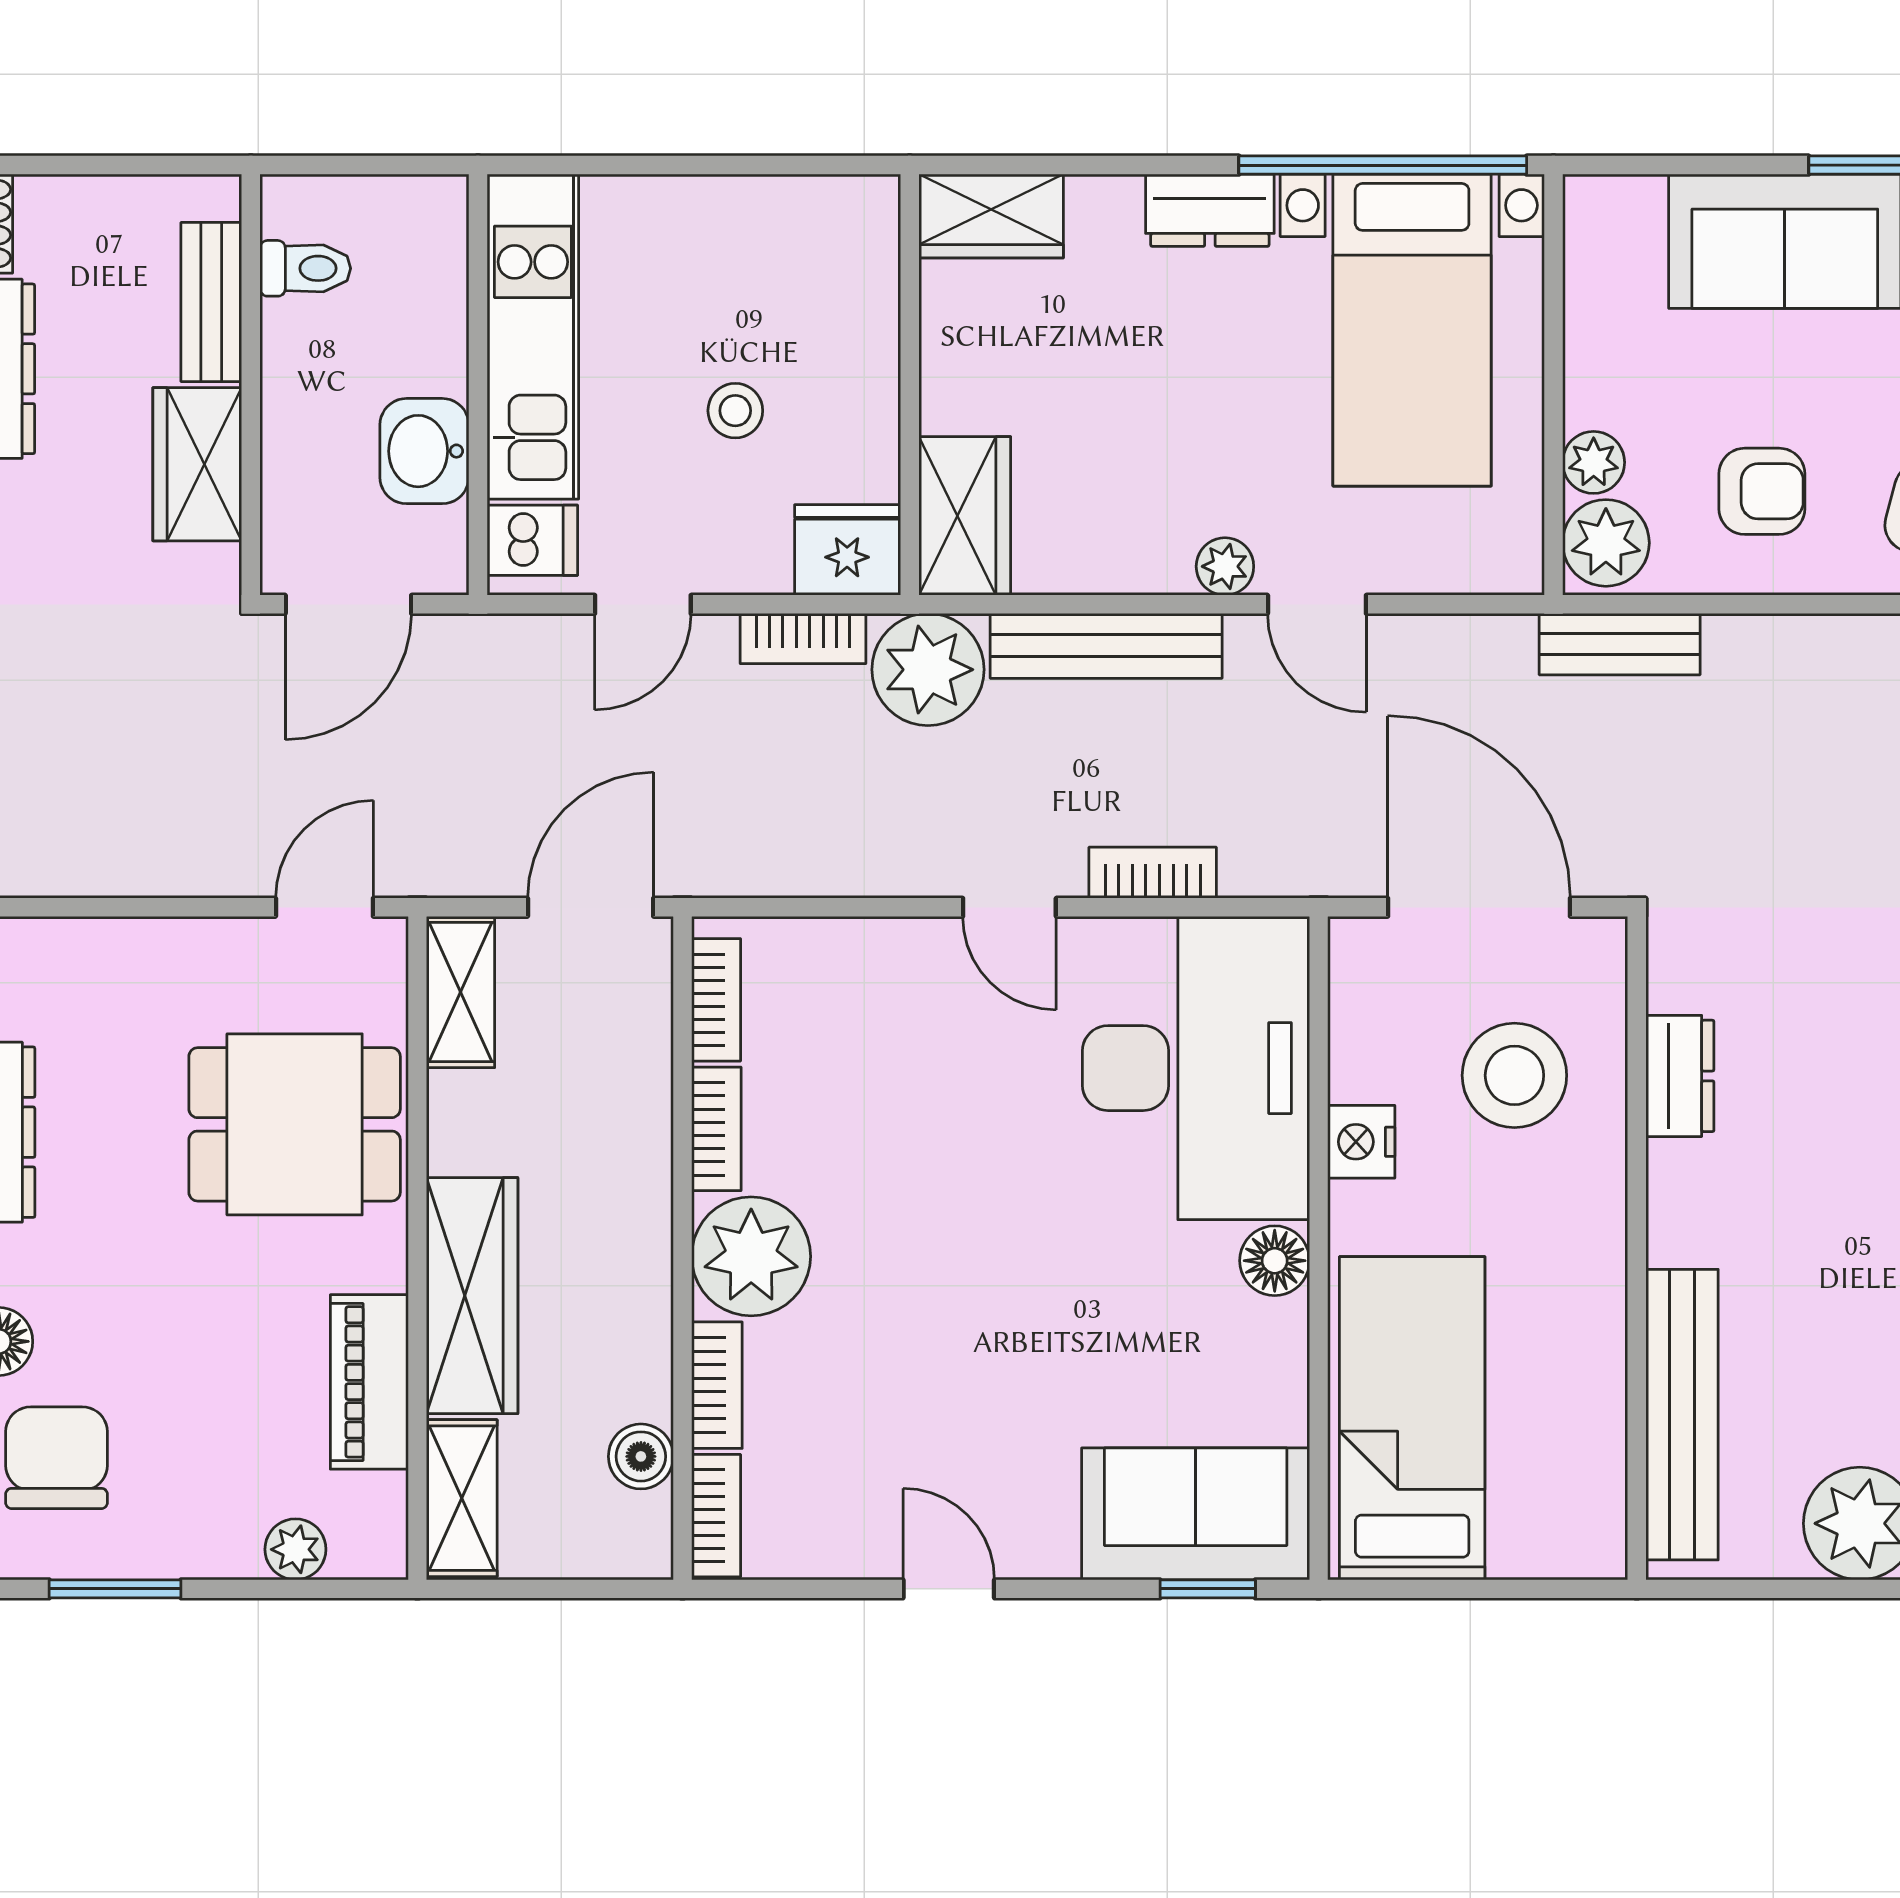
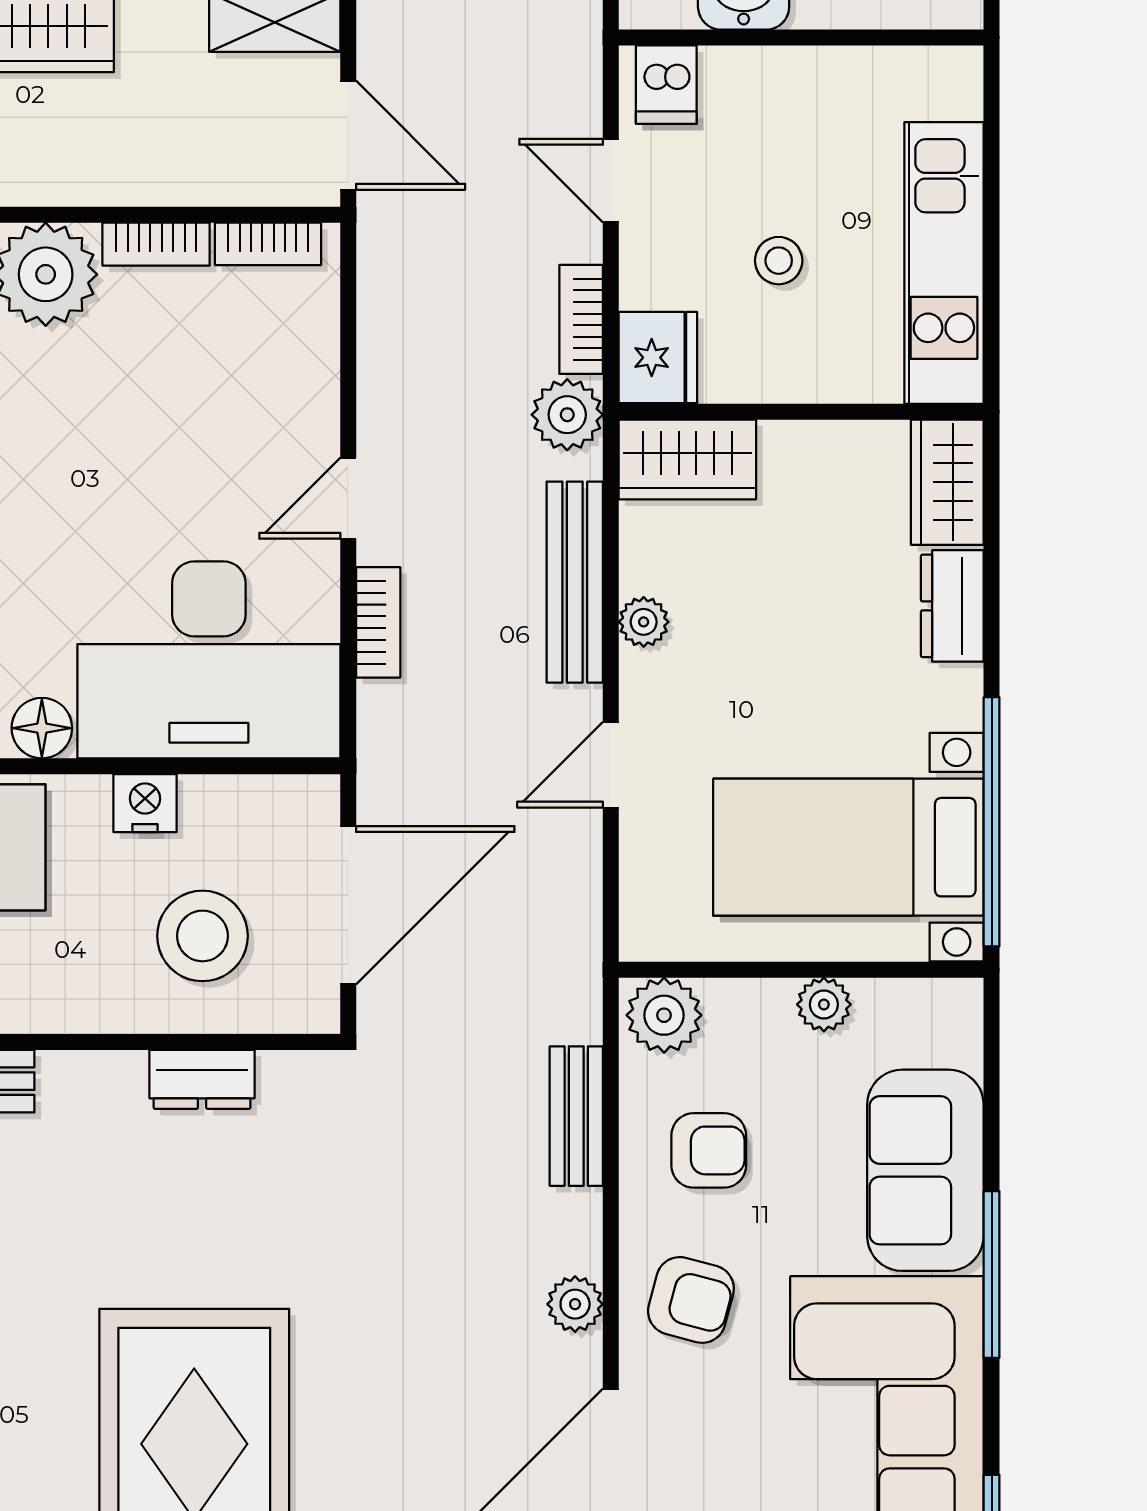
dresser: (1210, 210) -> (952, 606), moved
kitchen unit: (533, 337) -> (944, 263), moved, turned 90
plant: (1594, 462) -> (824, 1004), moved
armchair: (1762, 491) -> (709, 1150), turned -90
plant: (1225, 566) -> (644, 622), moved
bench: (1620, 644) -> (576, 1116), moved
plant: (928, 670) -> (567, 415), width x0.73, depth x0.73

